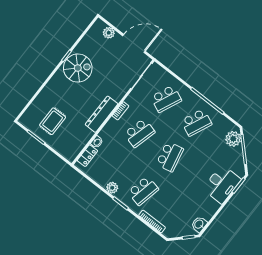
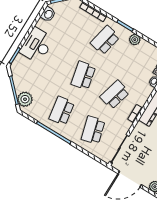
school desk: (166, 99) -> (93, 130), turned -39
school desk: (196, 122) -> (62, 111), turned -33
desk: (222, 184) -> (37, 45), moved

